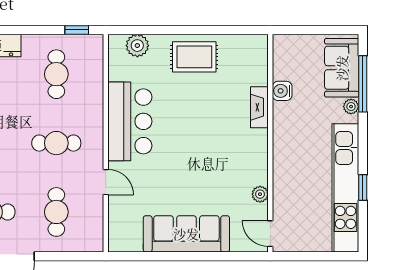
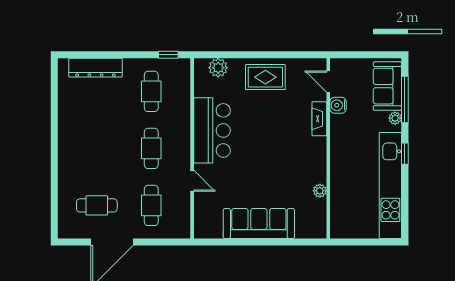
cafe table: (56, 143) -> (151, 148), turned 90
window: (363, 187) -> (405, 154), moved
door: (270, 234) -> (328, 82), moved

